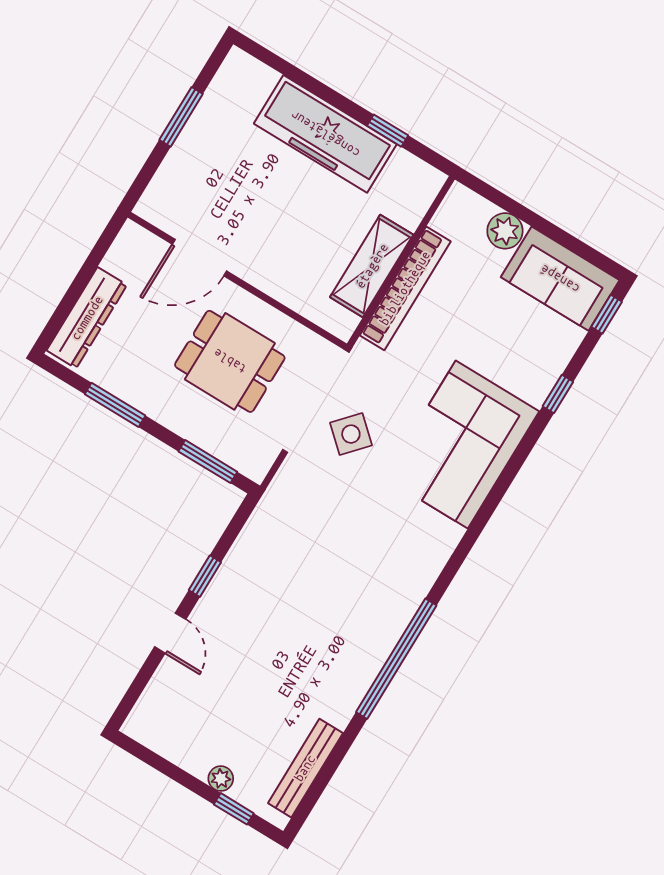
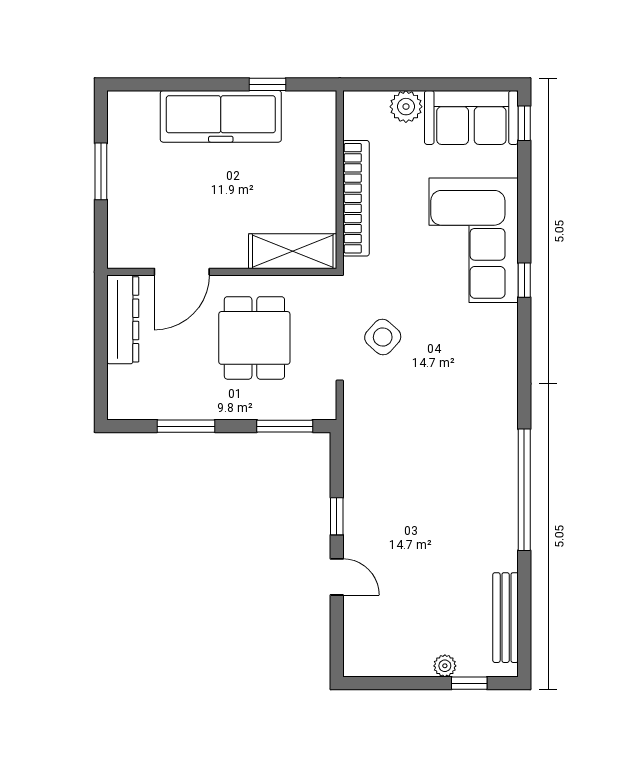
shelving: (372, 266) -> (293, 251), moved, turned 90
dresser: (87, 318) -> (123, 319), moved
dining table: (230, 361) -> (254, 338), turned 90
window: (558, 394) -> (524, 280), moved
corner sofa: (462, 445) -> (474, 240), moved

